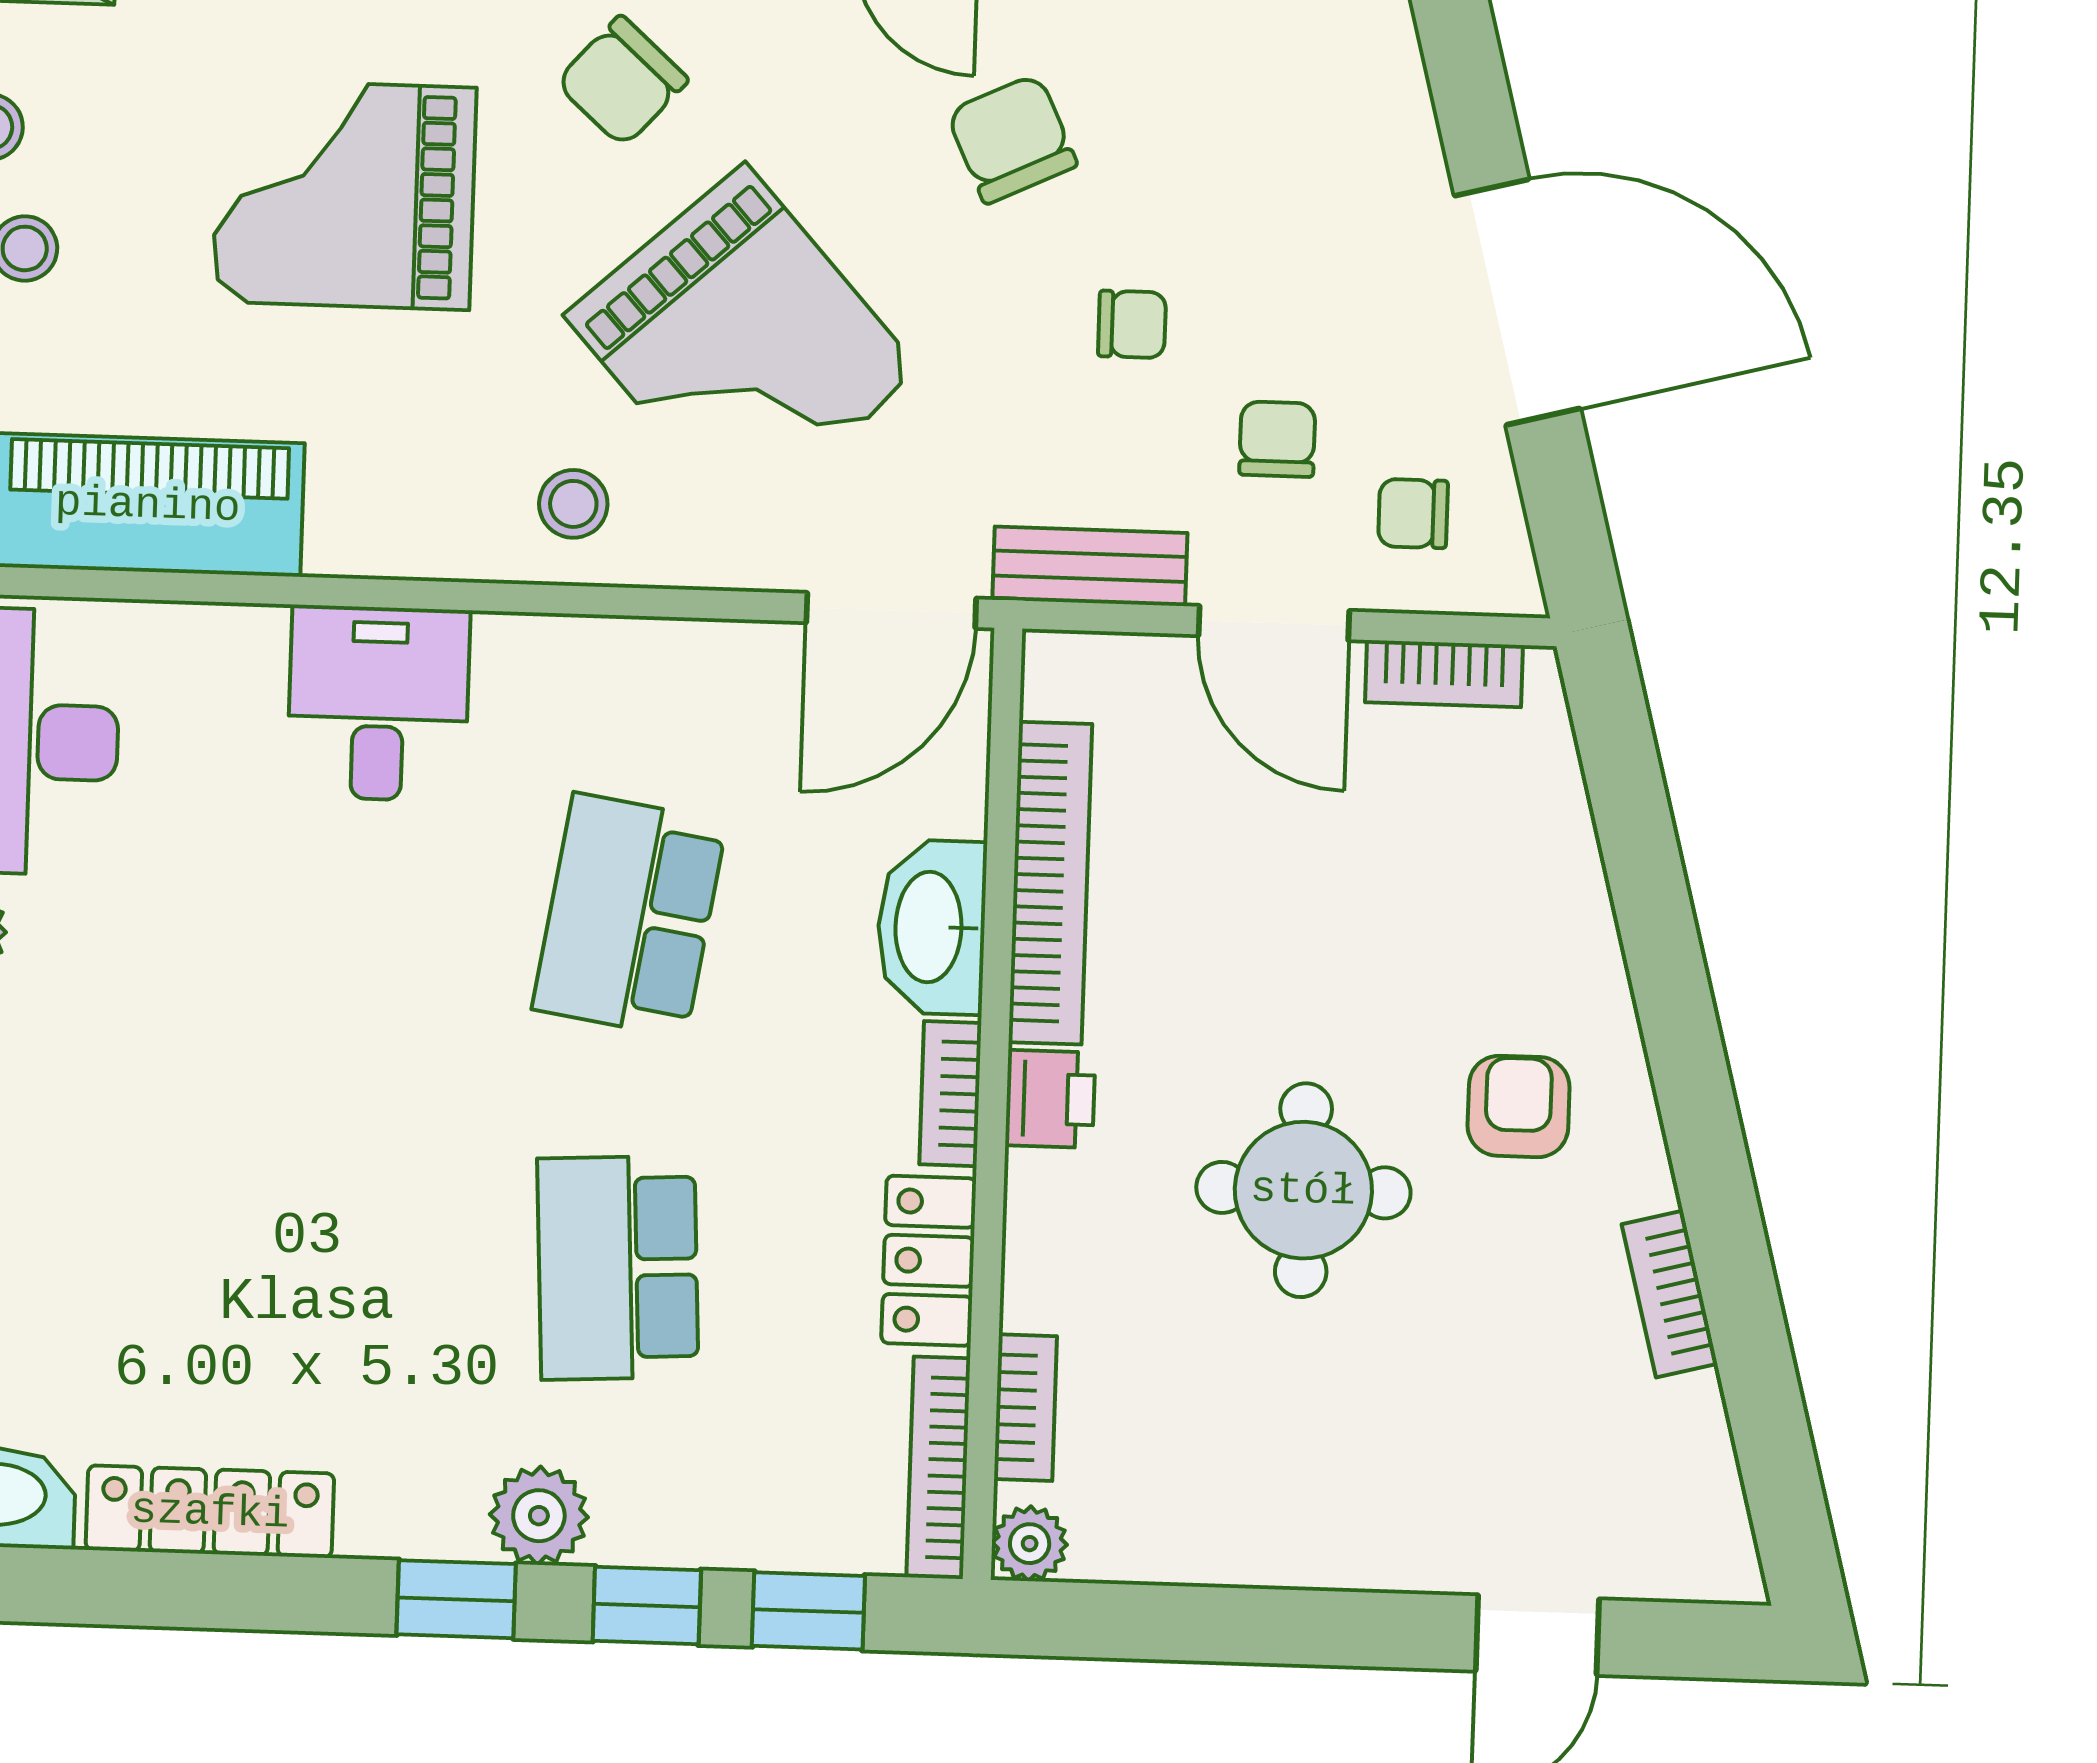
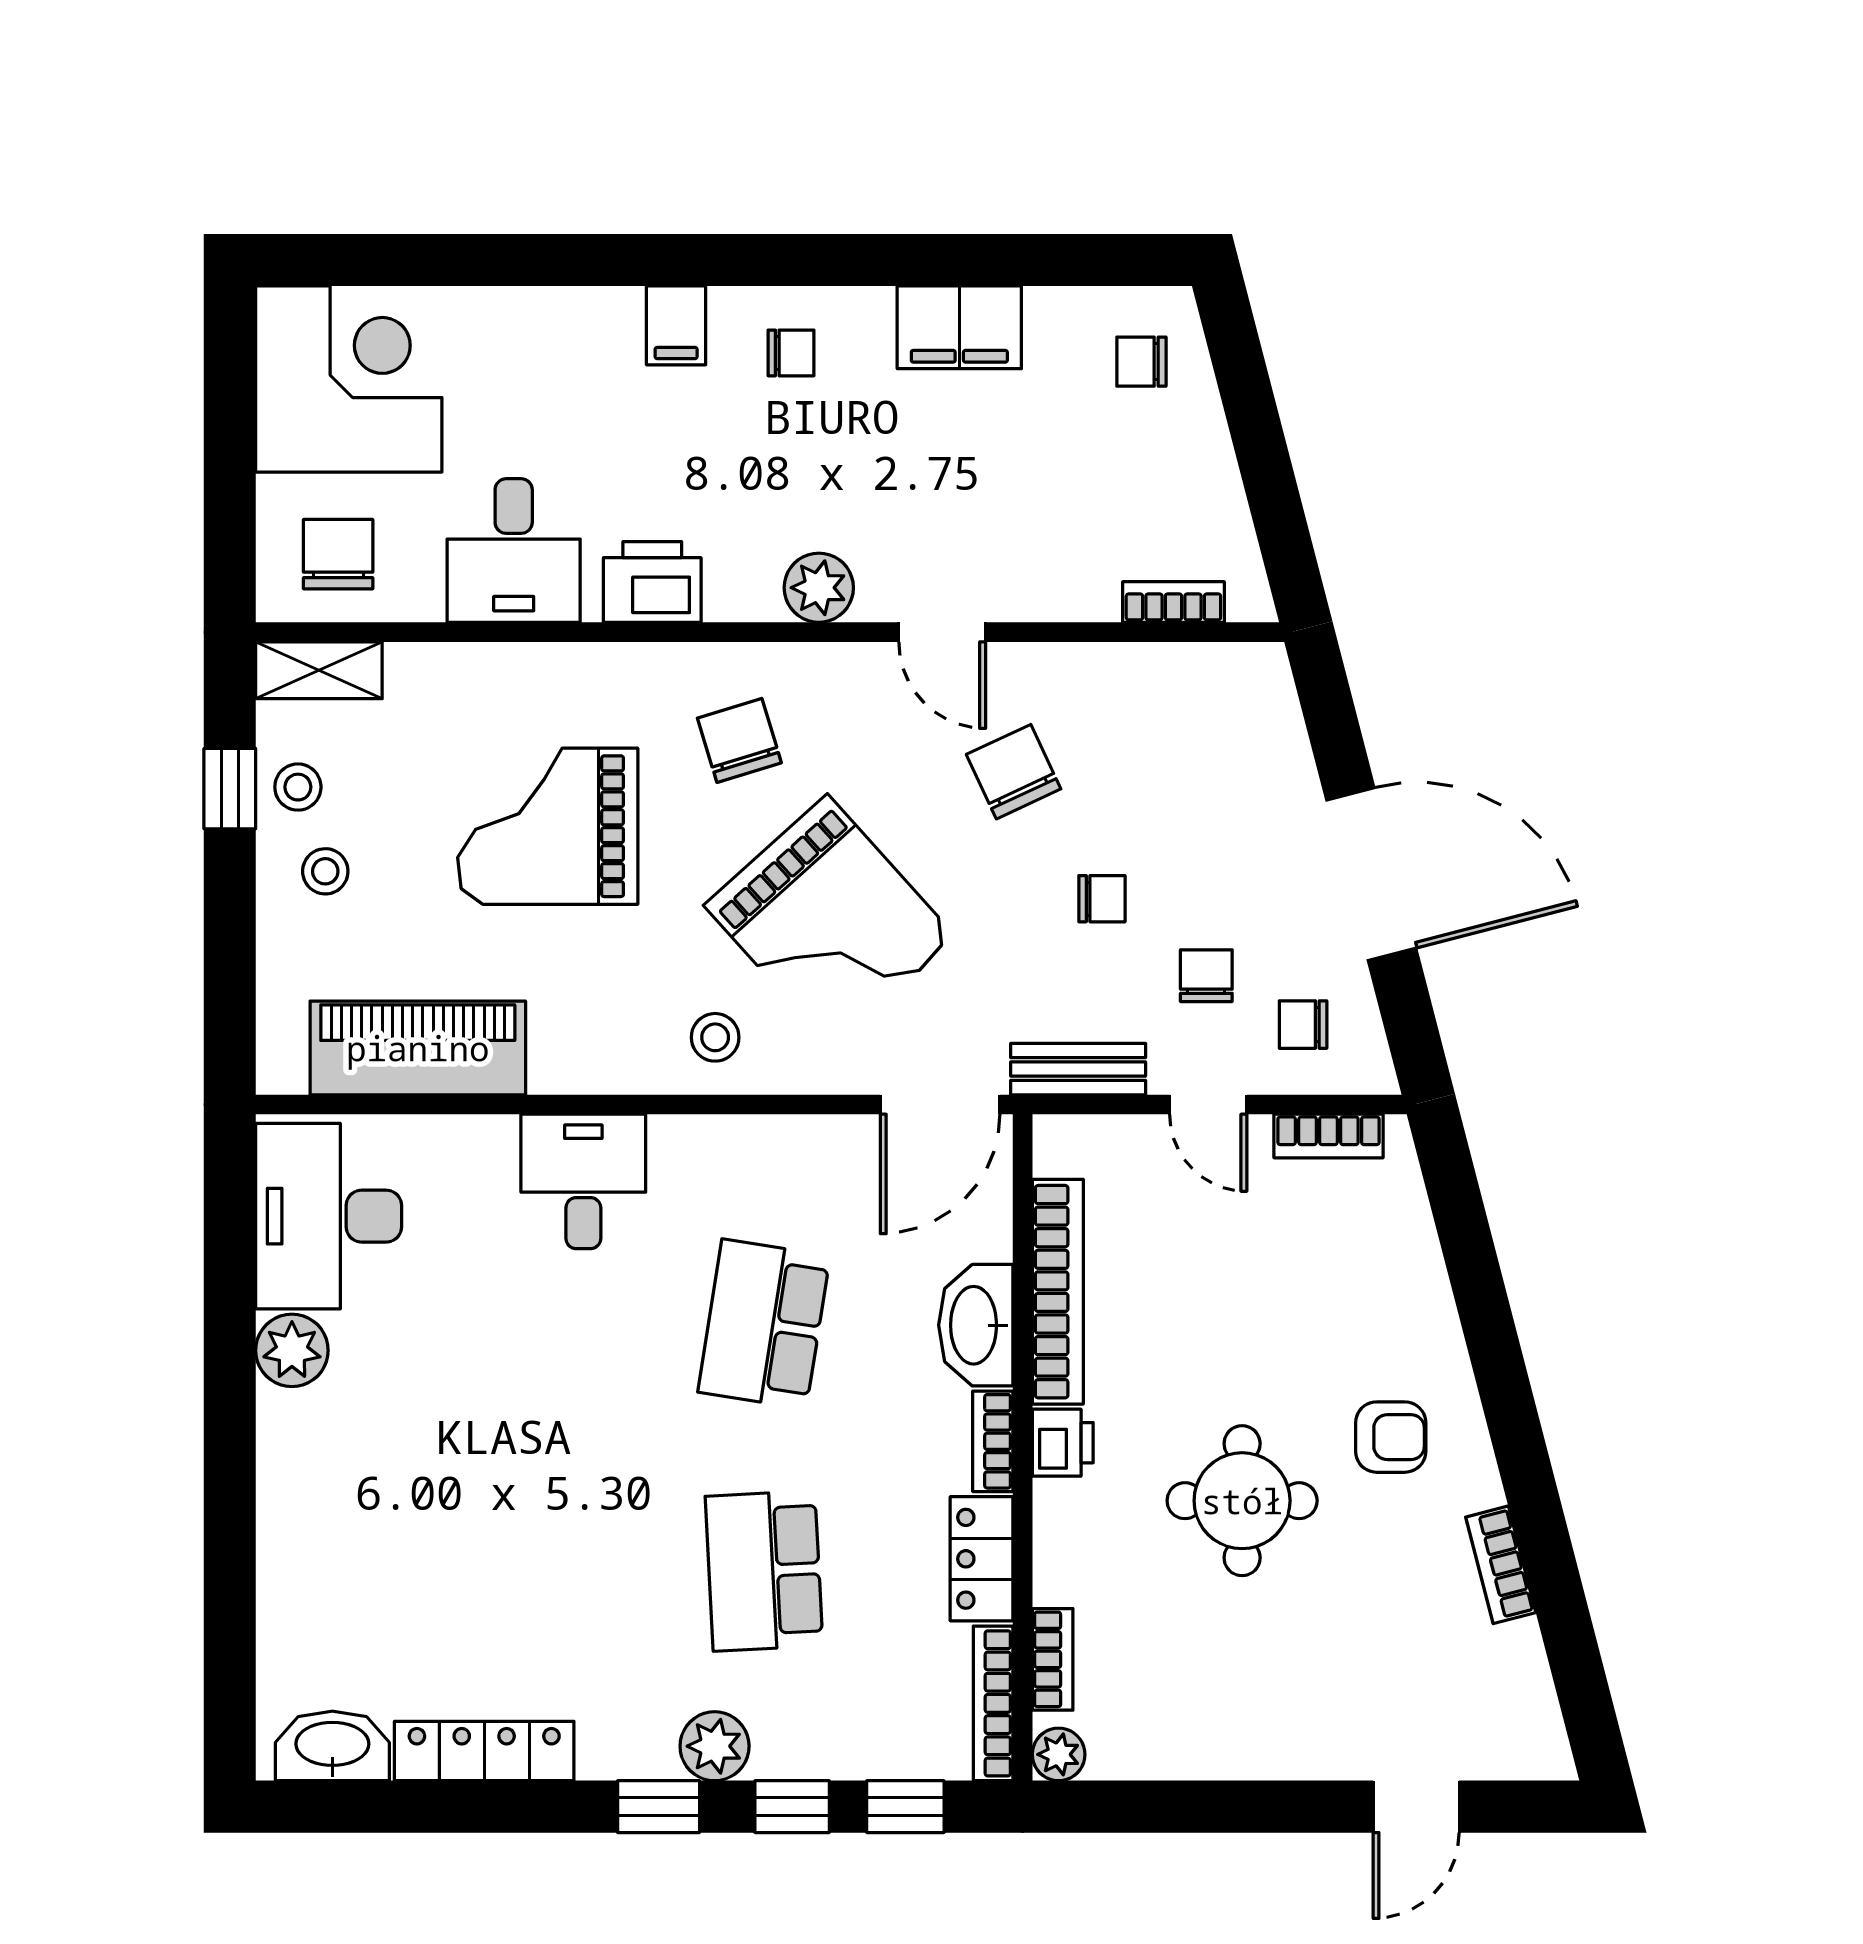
chair: (622, 81) -> (739, 740), turned 121
door: (1274, 623) -> (1208, 1104), width x0.73
armchair: (1519, 1106) -> (1391, 1437), turned 90

